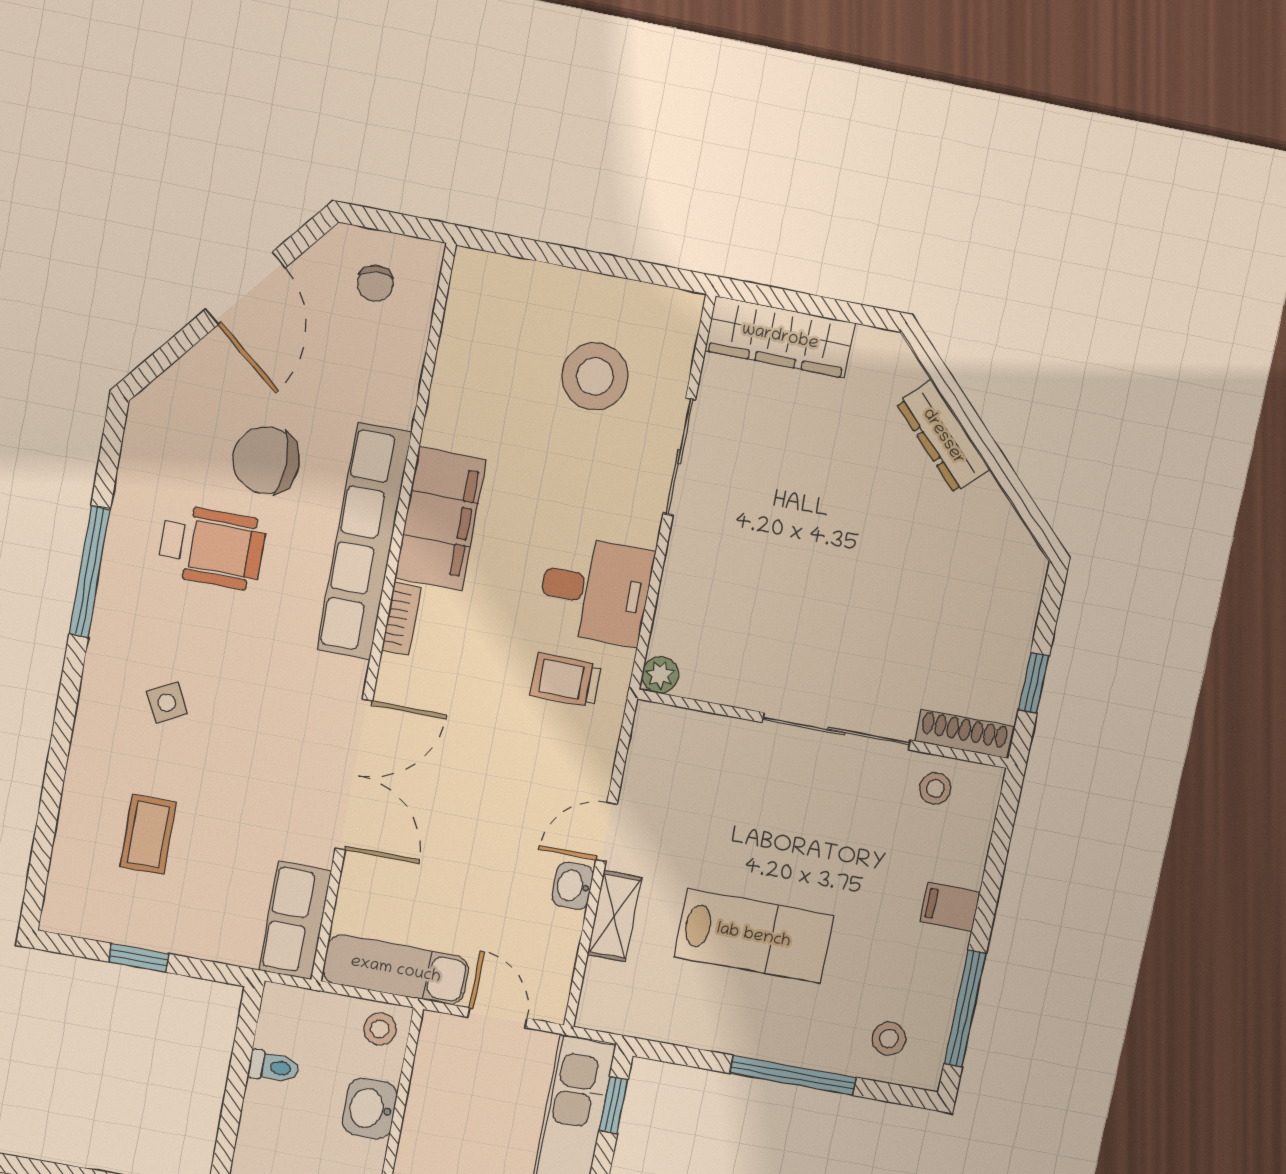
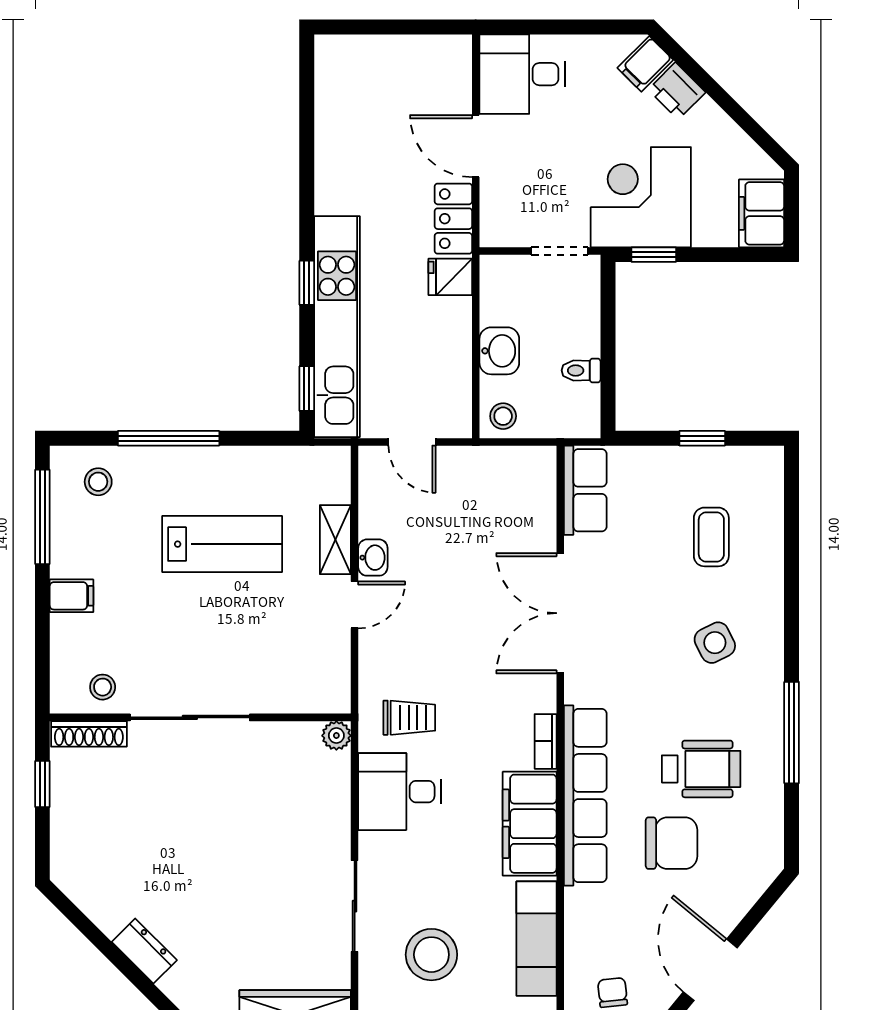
dresser: (943, 437) -> (144, 951), width x0.70
wheelchair: (212, 547) -> (701, 769), turned 180
side table: (167, 703) -> (715, 643), width x1.37, depth x1.37
lab bench: (754, 936) -> (222, 544), turned 180
exam couch: (396, 970) -> (536, 939), moved, turned 90

